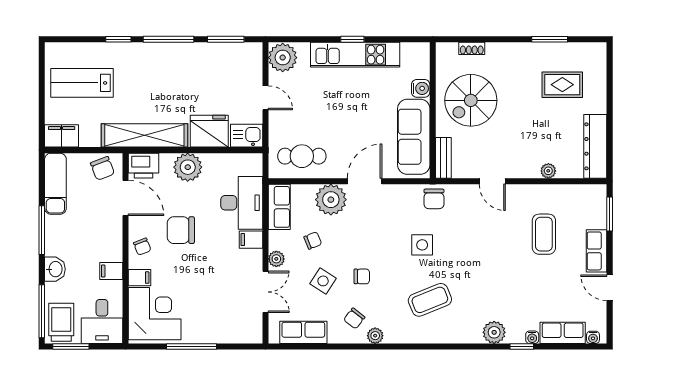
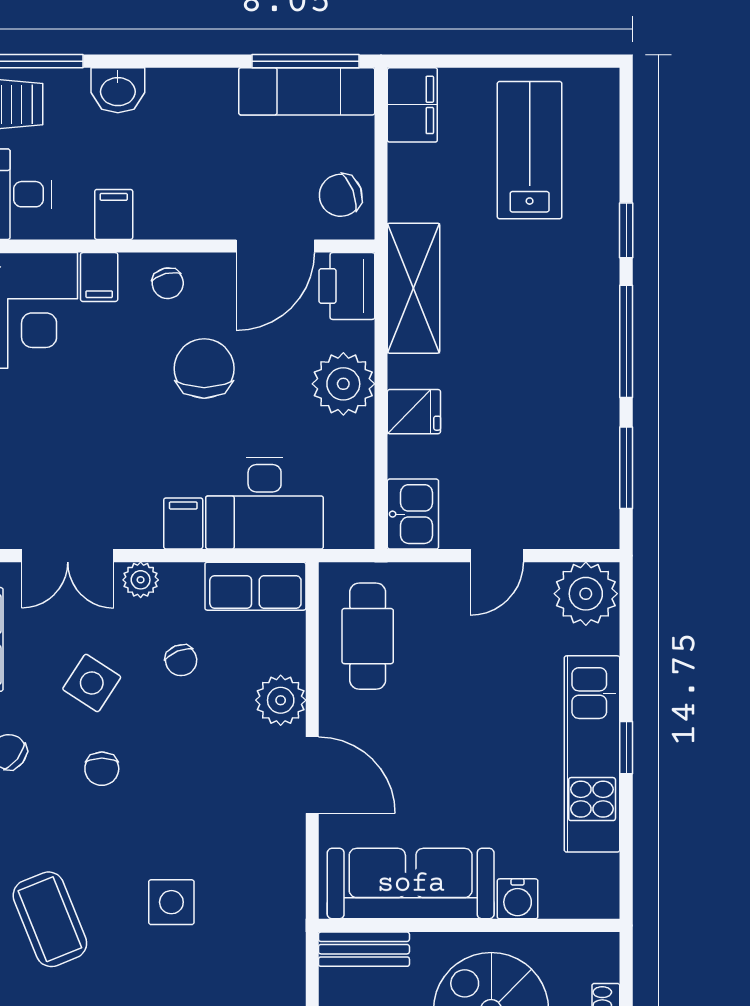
fridge: (209, 131) -> (414, 412), width x0.53, depth x0.75
shelving: (144, 135) -> (414, 288), width x0.68
chair: (434, 199) -> (273, 928), removed
plant: (331, 200) -> (281, 700), width x0.73, depth x0.73
window: (42, 230) -> (305, 61), moved
chair: (142, 247) -> (168, 283), turned -83

